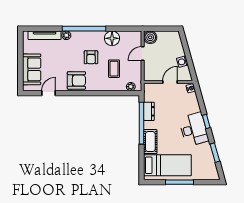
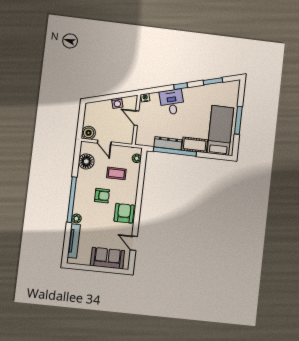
floor lamp: (112, 38) -> (86, 161), moved
dresser: (149, 111) -> (168, 143), width x1.44
desk: (194, 129) -> (172, 102), moved, width x0.73

